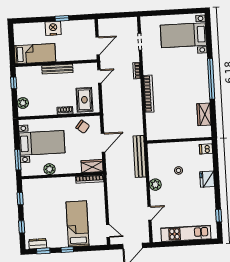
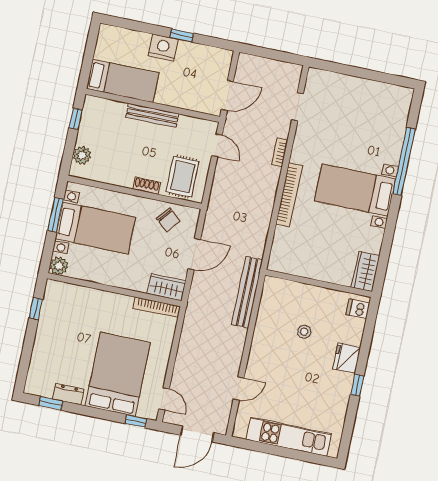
bed with nightstands: (183, 35) -> (355, 190), moved
door: (99, 76) -> (217, 145), hinge flipped
window: (211, 79) -> (404, 161), moved
wardrobe: (204, 114) -> (365, 271), moved
window: (18, 160) -> (56, 215), moved
plant: (49, 169) -> (59, 266), moved
plant: (155, 185) -> (261, 345), removed
window: (219, 216) -> (357, 385), moved
bed: (77, 224) -> (118, 374), width x1.50
window: (22, 227) -> (26, 355), removed
dresser: (38, 244) -> (68, 394), moved
window: (67, 250) -> (136, 421), moved

